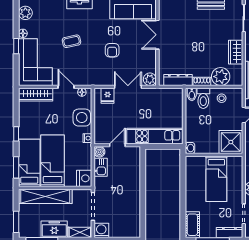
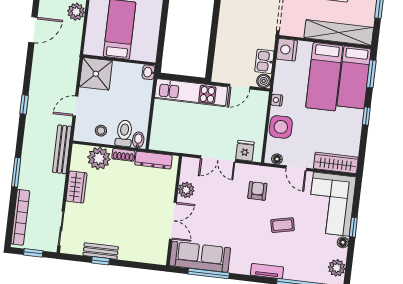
armchair: (112, 50) -> (257, 191), moved
plant: (150, 79) -> (186, 190), moved

